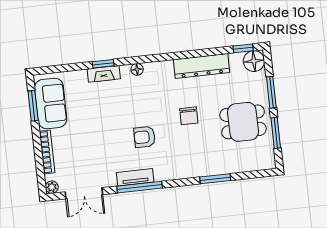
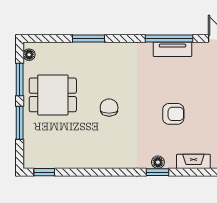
floor lamp: (254, 61) -> (29, 55), moved, width x0.53, depth x0.53
window: (103, 64) -> (158, 172), moved
dresser: (201, 66) -> (90, 158), removed
armchair: (145, 137) -> (173, 114), moved

